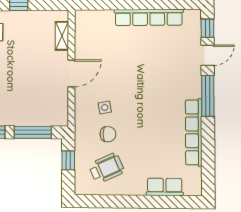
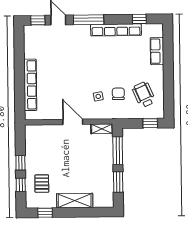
row of seats: (149, 17) -> (30, 85), moved
shelving: (62, 36) -> (102, 129), moved
window: (68, 160) -> (150, 123), moved
window: (208, 164) -> (139, 19), added

